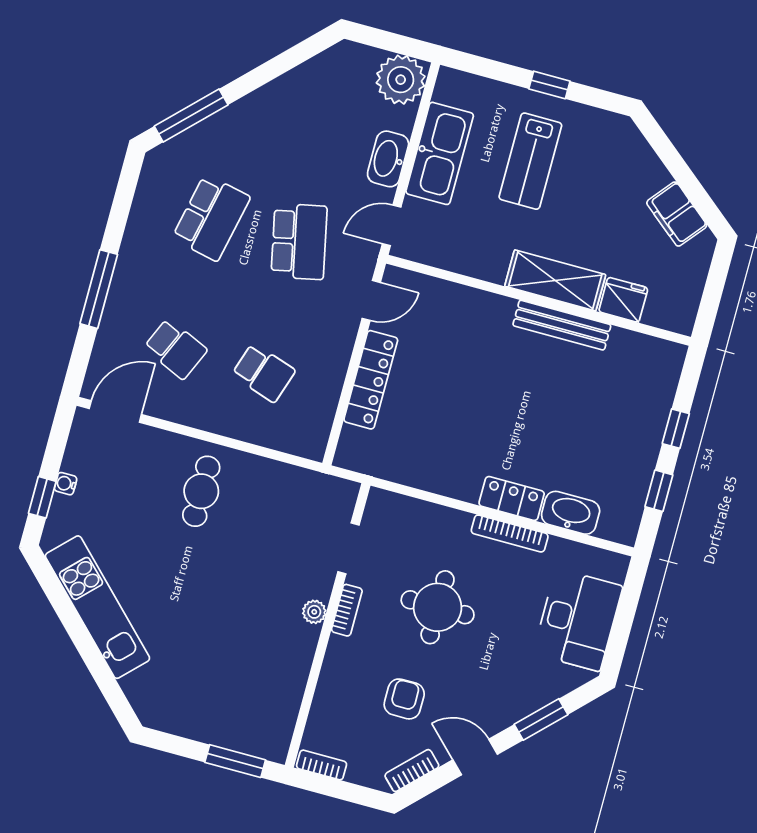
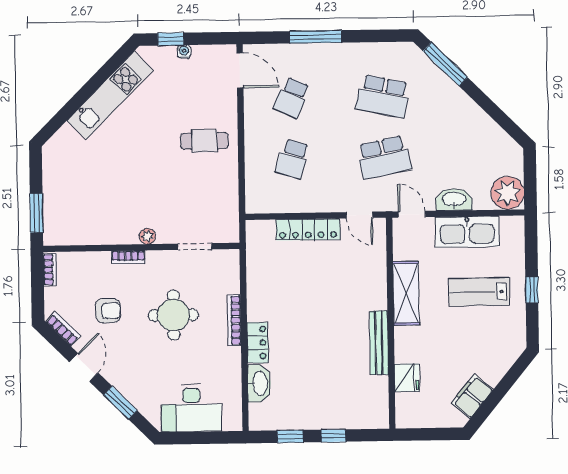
shelving: (555, 280) -> (406, 293), moved
bookcase: (510, 533) -> (234, 320), moved
bookcase: (347, 610) -> (128, 257), moved

